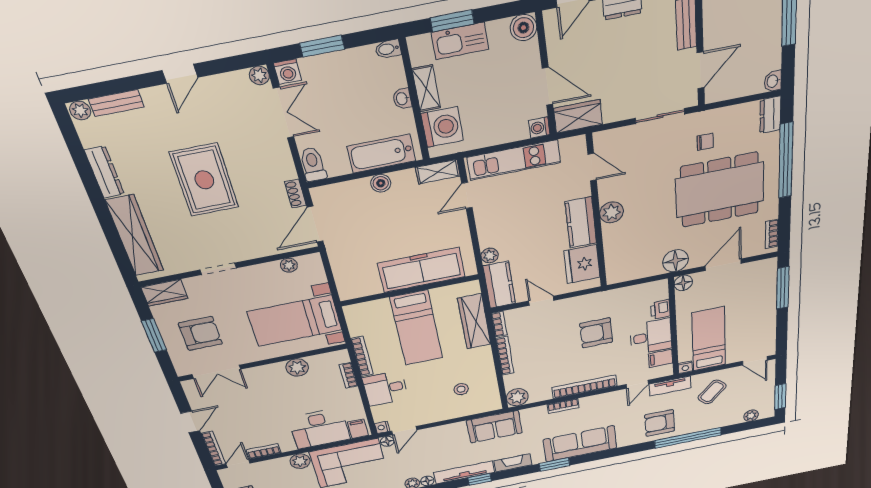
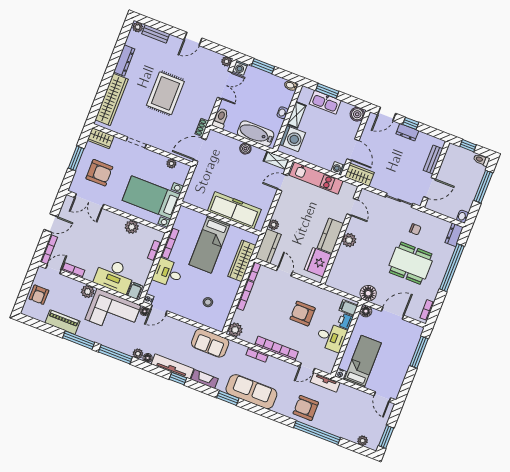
dining table: (720, 190) -> (411, 263), width x0.73, depth x0.80
filing cabinet: (660, 358) -> (348, 308), moved
coffee table: (712, 392) -> (347, 404), removed

